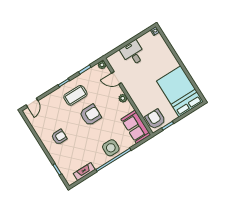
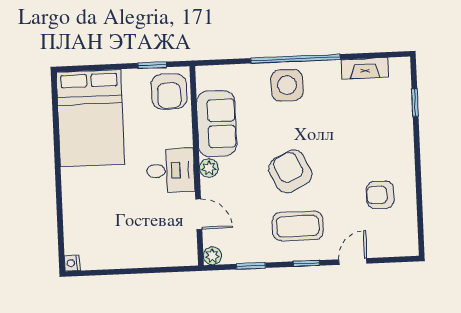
desk: (133, 53) -> (171, 170), moved, turned -90
door: (32, 103) -> (353, 261), moved
armchair: (90, 115) -> (290, 171), turned 64
sofa: (136, 127) -> (217, 124), moved
armchair: (59, 137) -> (380, 195), moved

